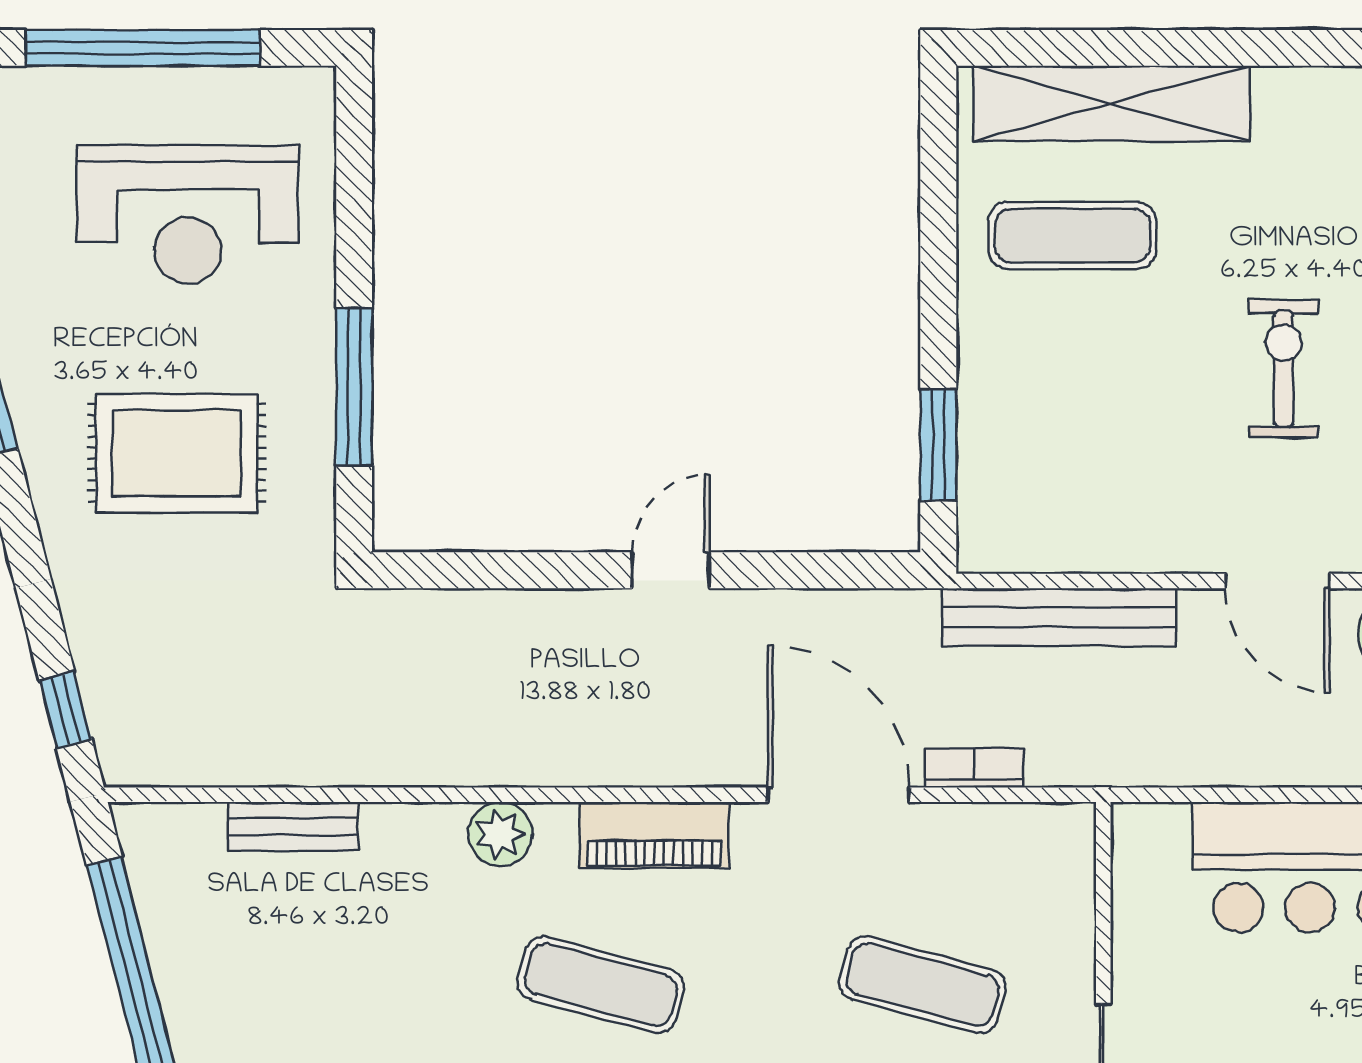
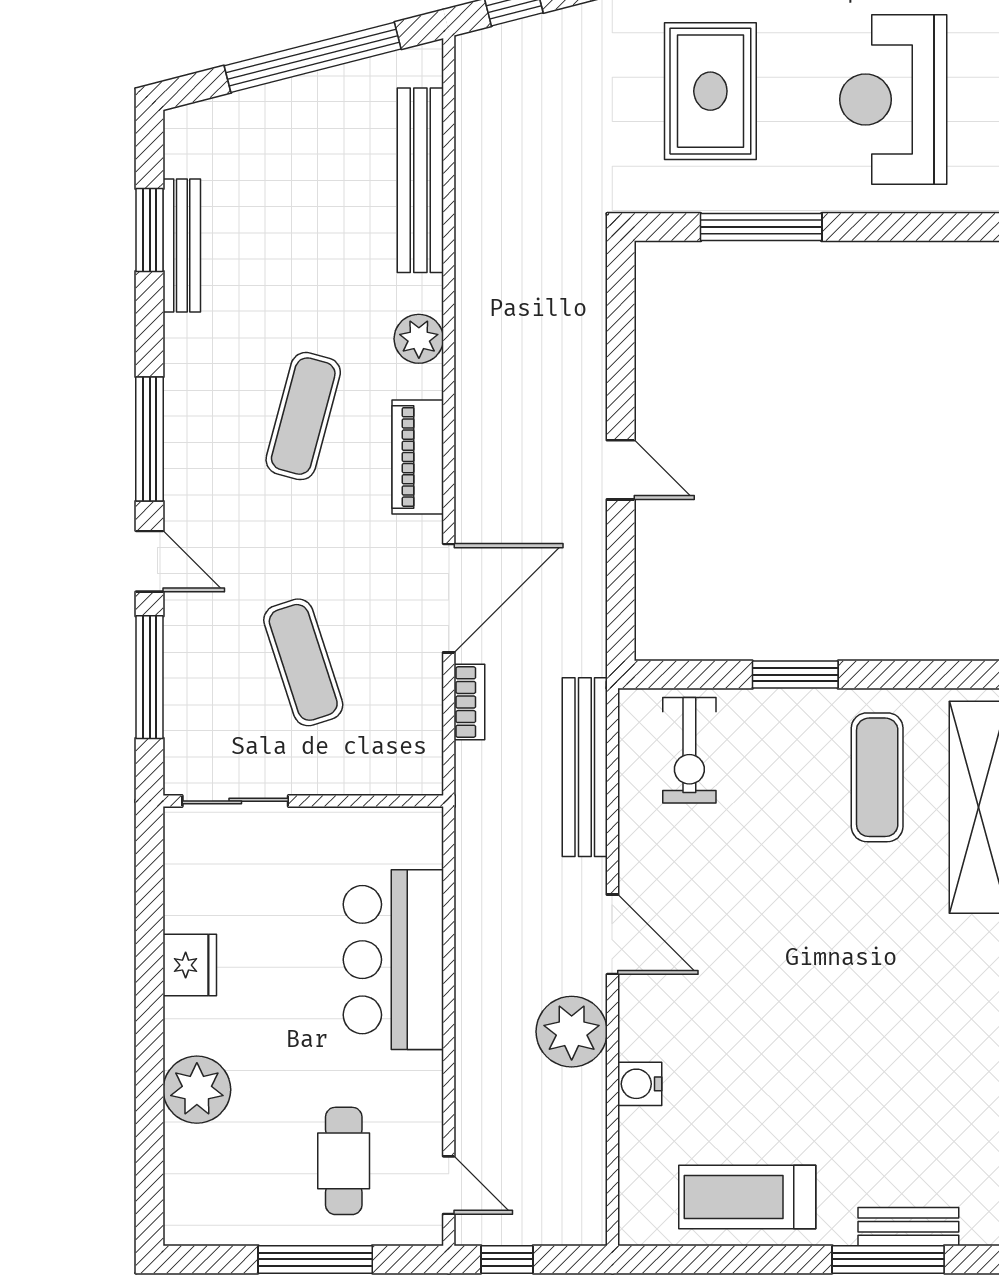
exercise bike: (1284, 369) -> (689, 750), moved, turned 90
window: (938, 445) -> (795, 675), moved
door: (1277, 581) -> (612, 934), swing flipped
bench: (293, 827) -> (420, 180), width x1.86, depth x1.21
exercise mat: (922, 985) -> (303, 662), turned -33

